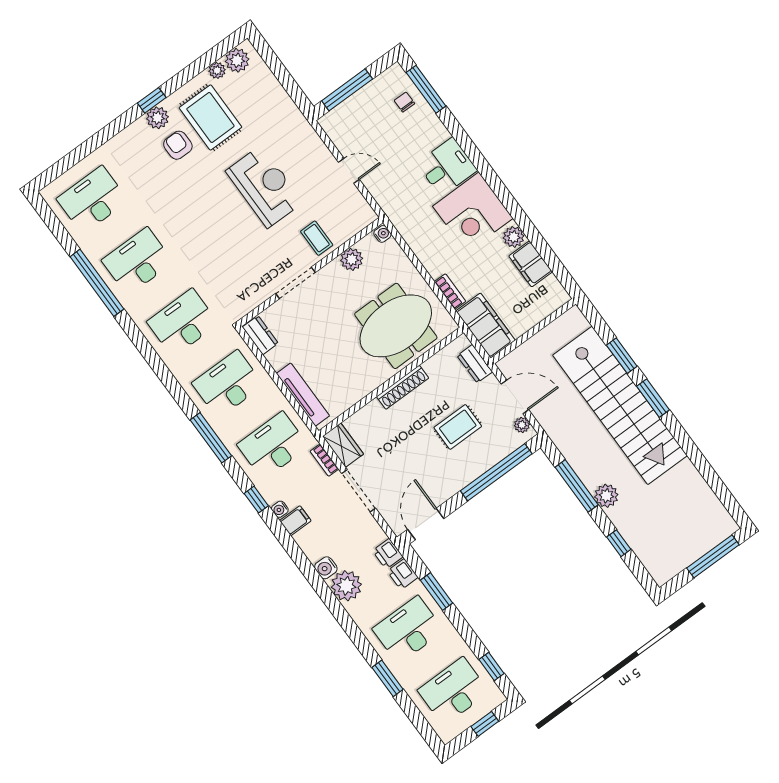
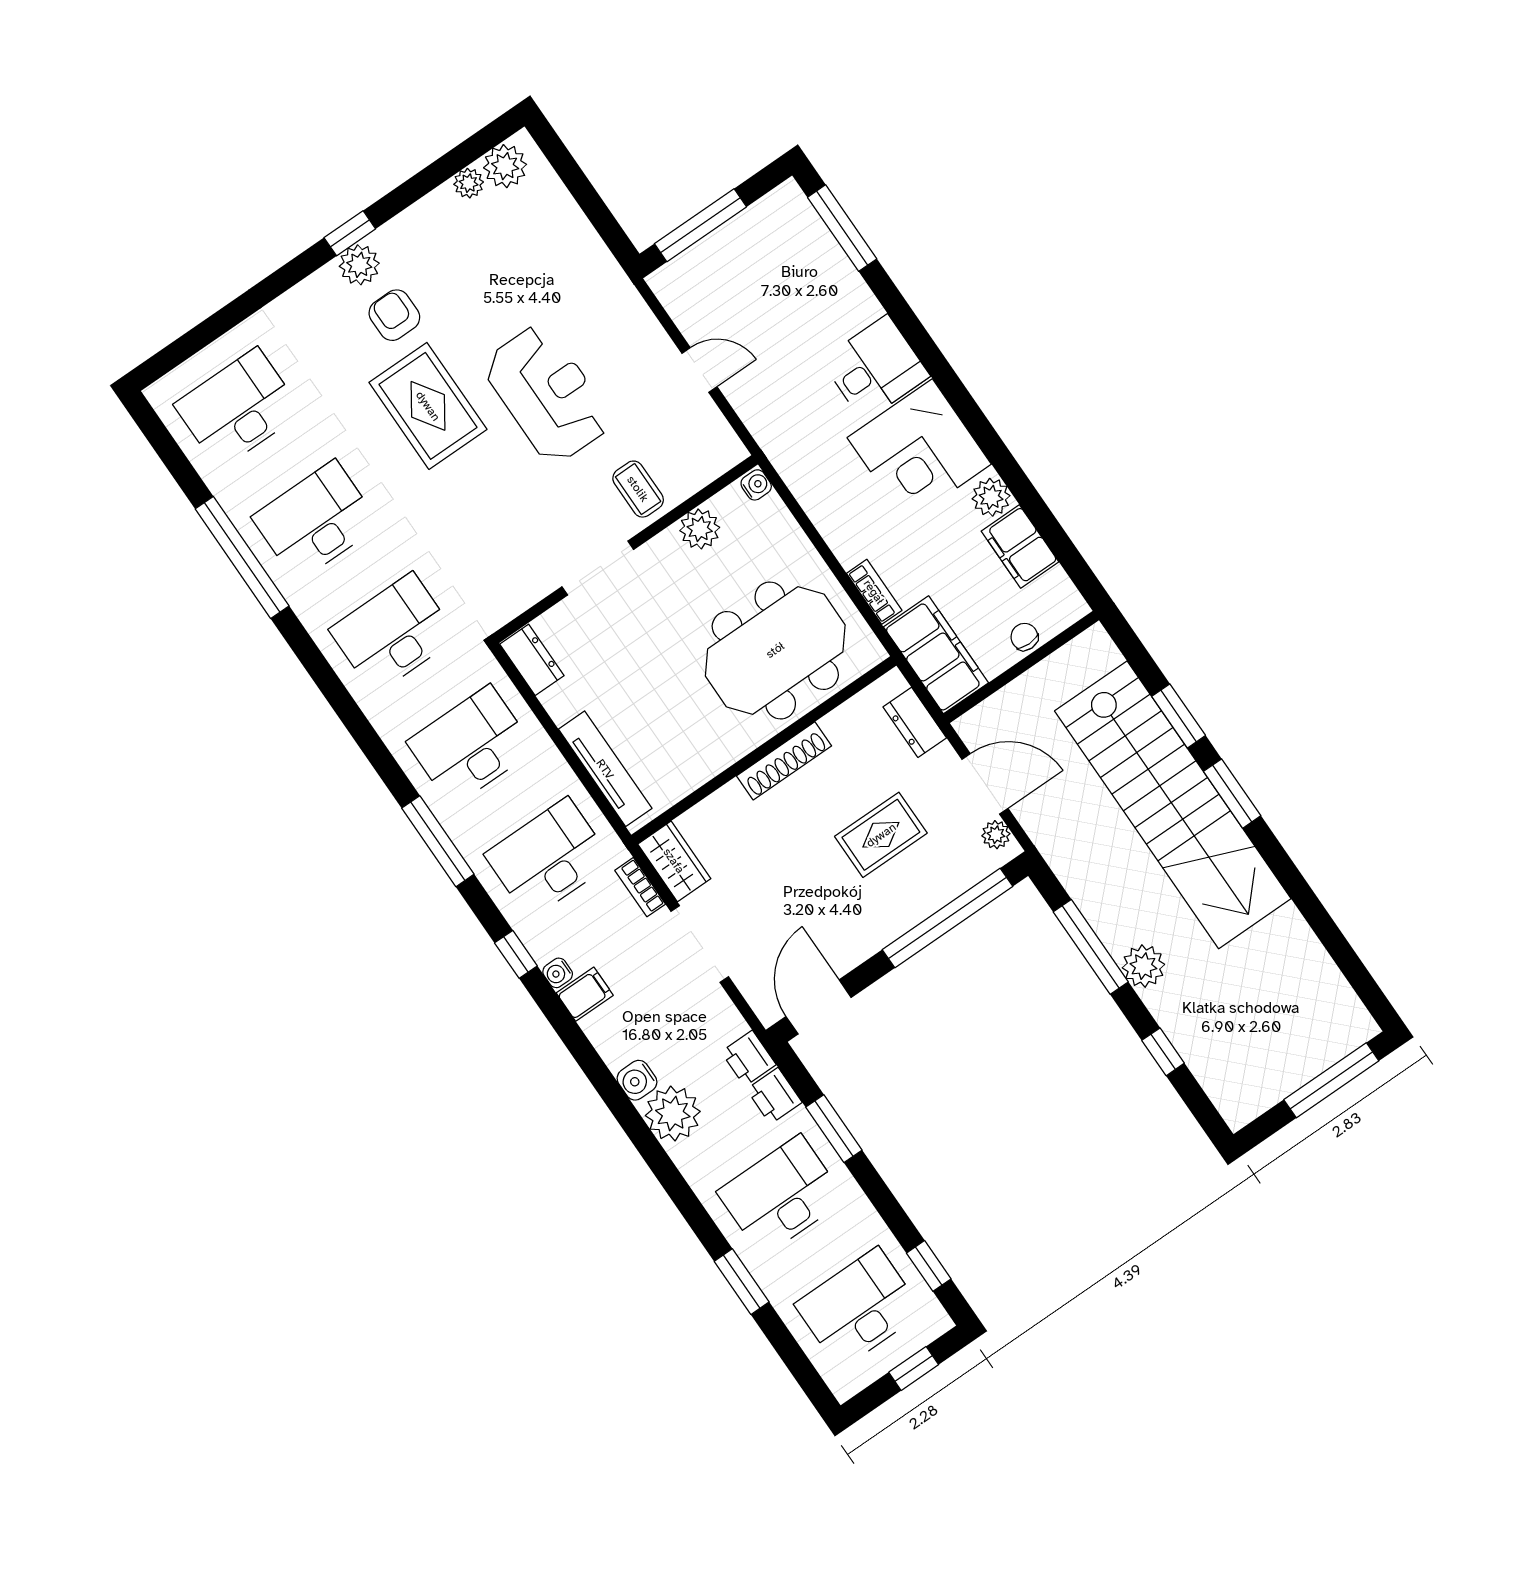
chair: (404, 102) -> (1024, 637), moved
rug: (210, 117) -> (428, 406), moved

